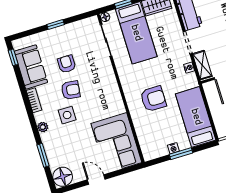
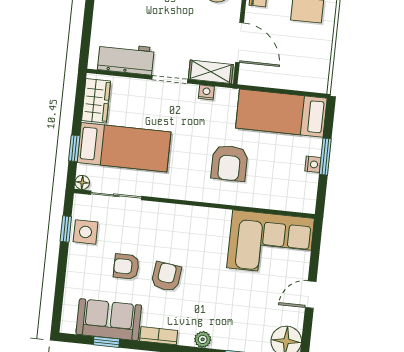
window: (56, 24) -> (66, 229), moved
window: (13, 57) -> (106, 342), moved
armchair: (153, 99) -> (229, 163), turned 180
side table: (67, 115) -> (86, 232), moved

